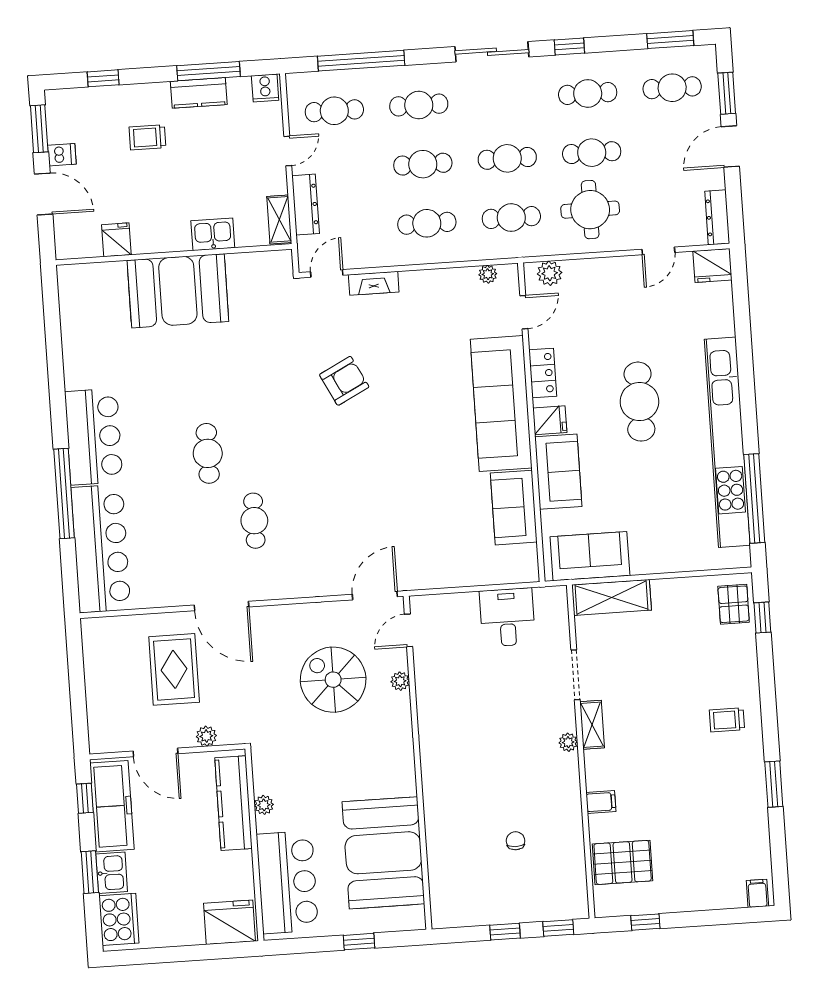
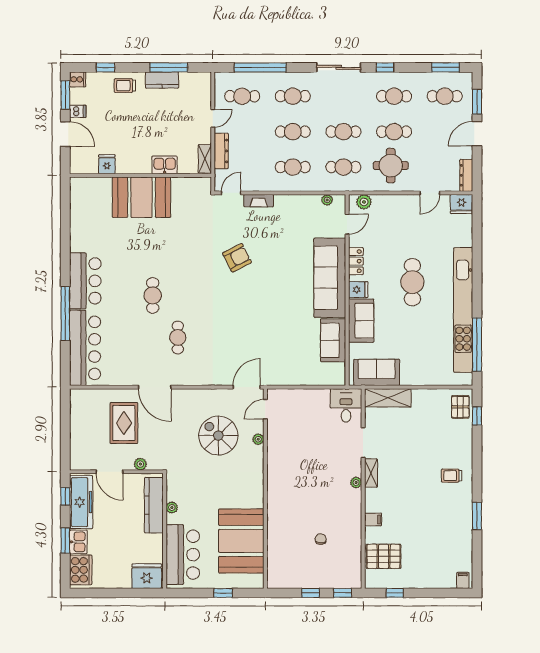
cooker: (265, 88) -> (78, 79), moved, turned -90
trolley: (147, 137) -> (125, 86), moved
desk: (507, 617) -> (346, 405), moved

